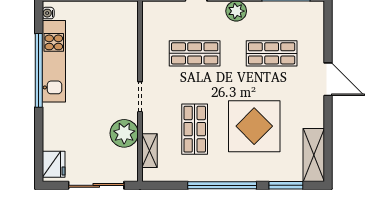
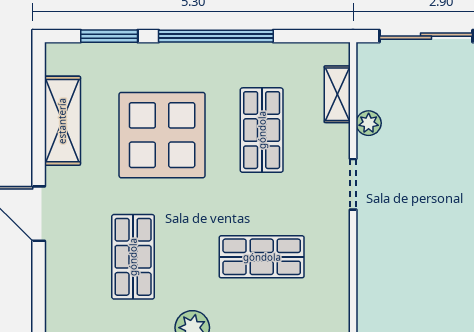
shop shelf: (272, 53) -> (133, 257), turned 90
plant: (124, 133) -> (369, 123), width x0.53, depth x0.53
shelving: (314, 155) -> (62, 121), moved

